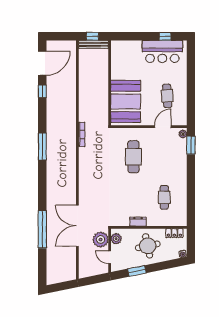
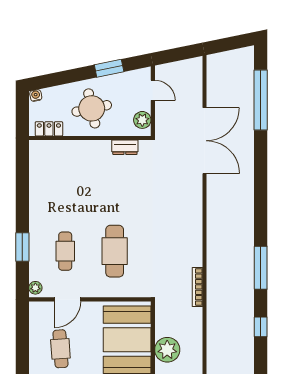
window: (42, 91) -> (261, 327), moved
window: (191, 145) -> (22, 247), moved
cafe table: (164, 197) -> (65, 251), moved
dresser: (138, 222) -> (125, 147), moved
window: (42, 229) -> (261, 100), moved
plant: (101, 240) -> (167, 350), moved

